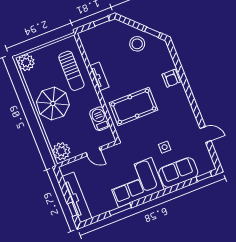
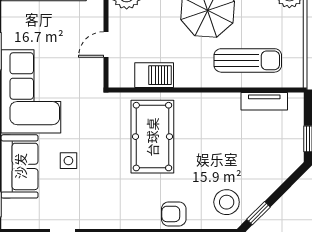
stool: (137, 44) -> (227, 202), moved
sun lounger: (71, 71) -> (248, 60), turned 180
tv unit: (99, 76) -> (264, 101), moved

